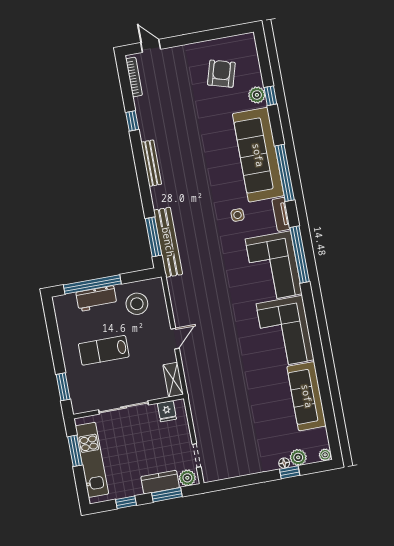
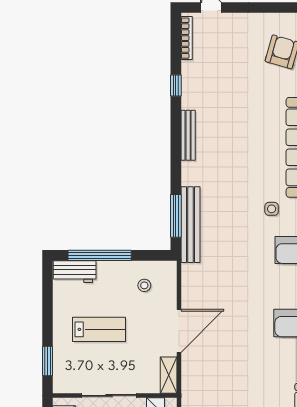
workbench: (96, 299) -> (75, 272), moved
stool: (137, 304) -> (144, 285), width x0.53, depth x0.53
door: (175, 339) -> (179, 331), width x1.88
lab bench: (104, 350) -> (99, 329), turned 180

